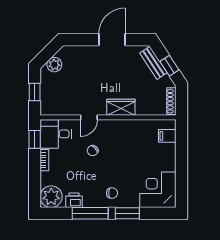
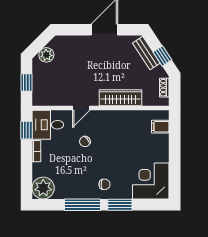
shoe rack: (171, 101) -> (164, 88), width x0.70
wardrobe: (121, 107) -> (121, 98), width x1.50
printer: (74, 200) -> (66, 192), removed

